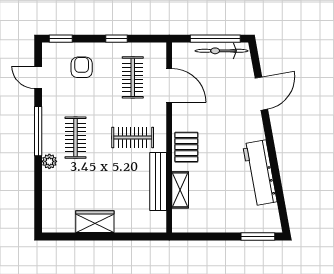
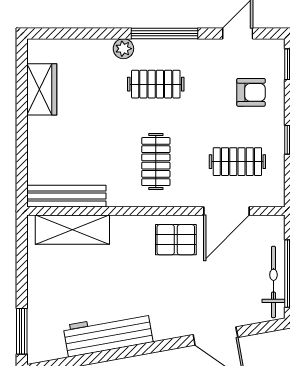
pallet: (186, 147) -> (176, 240), moved
bench: (158, 182) -> (66, 196), moved
shelving: (180, 190) -> (72, 230), width x1.50, depth x1.33
wardrobe: (95, 222) -> (42, 89), moved

